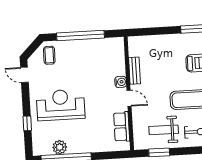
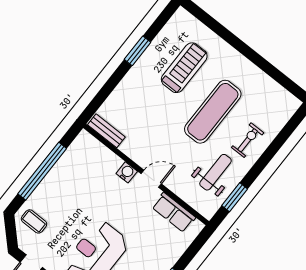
bench: (135, 71) -> (106, 131), moved
weight bench: (164, 130) -> (216, 172), turned 180

